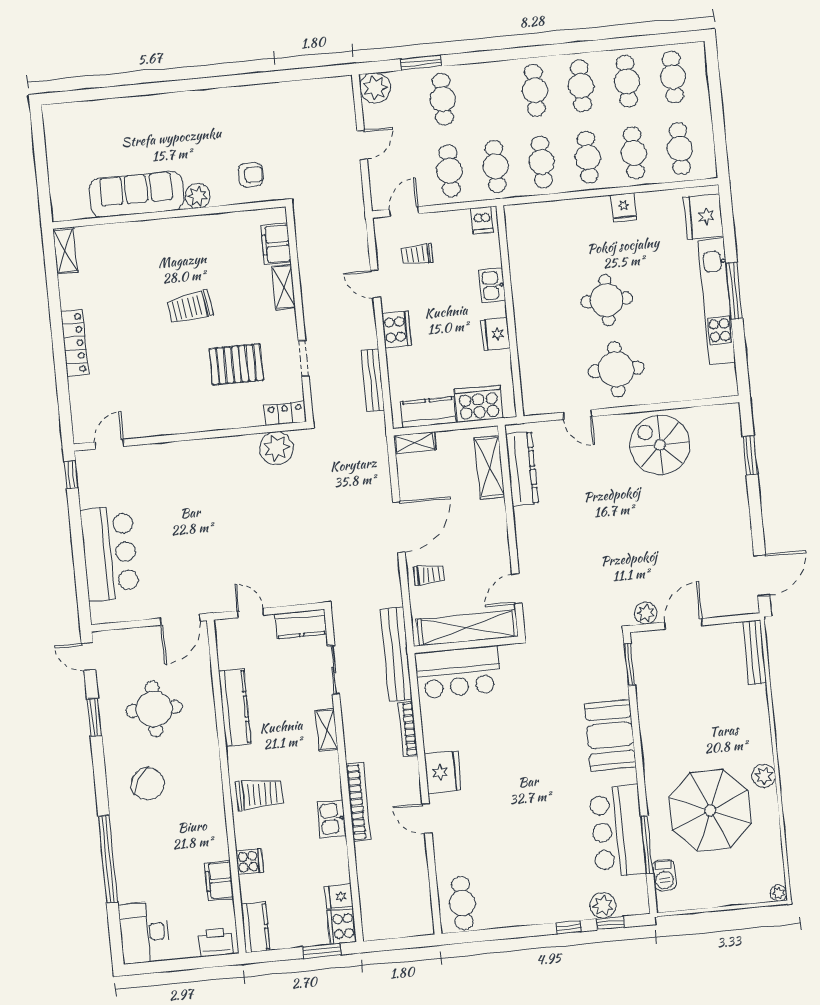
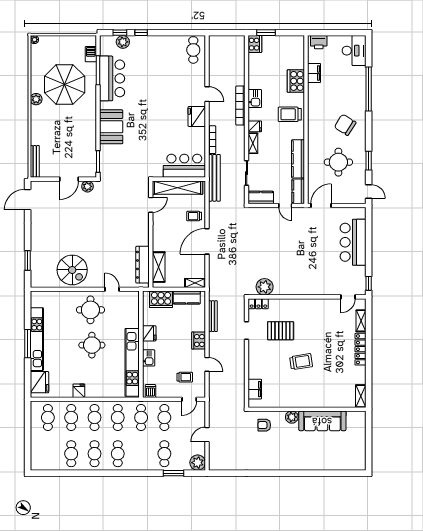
cafe table: (673, 77) -> (48, 454), removed
kitchen unit: (524, 273) -> (132, 362), added
shelving: (284, 287) -> (361, 321), moved
cooker: (250, 862) -> (296, 81), width x1.87, depth x1.31
fridge: (339, 897) -> (255, 126), moved
kitchen counter: (255, 927) -> (298, 191), moved

